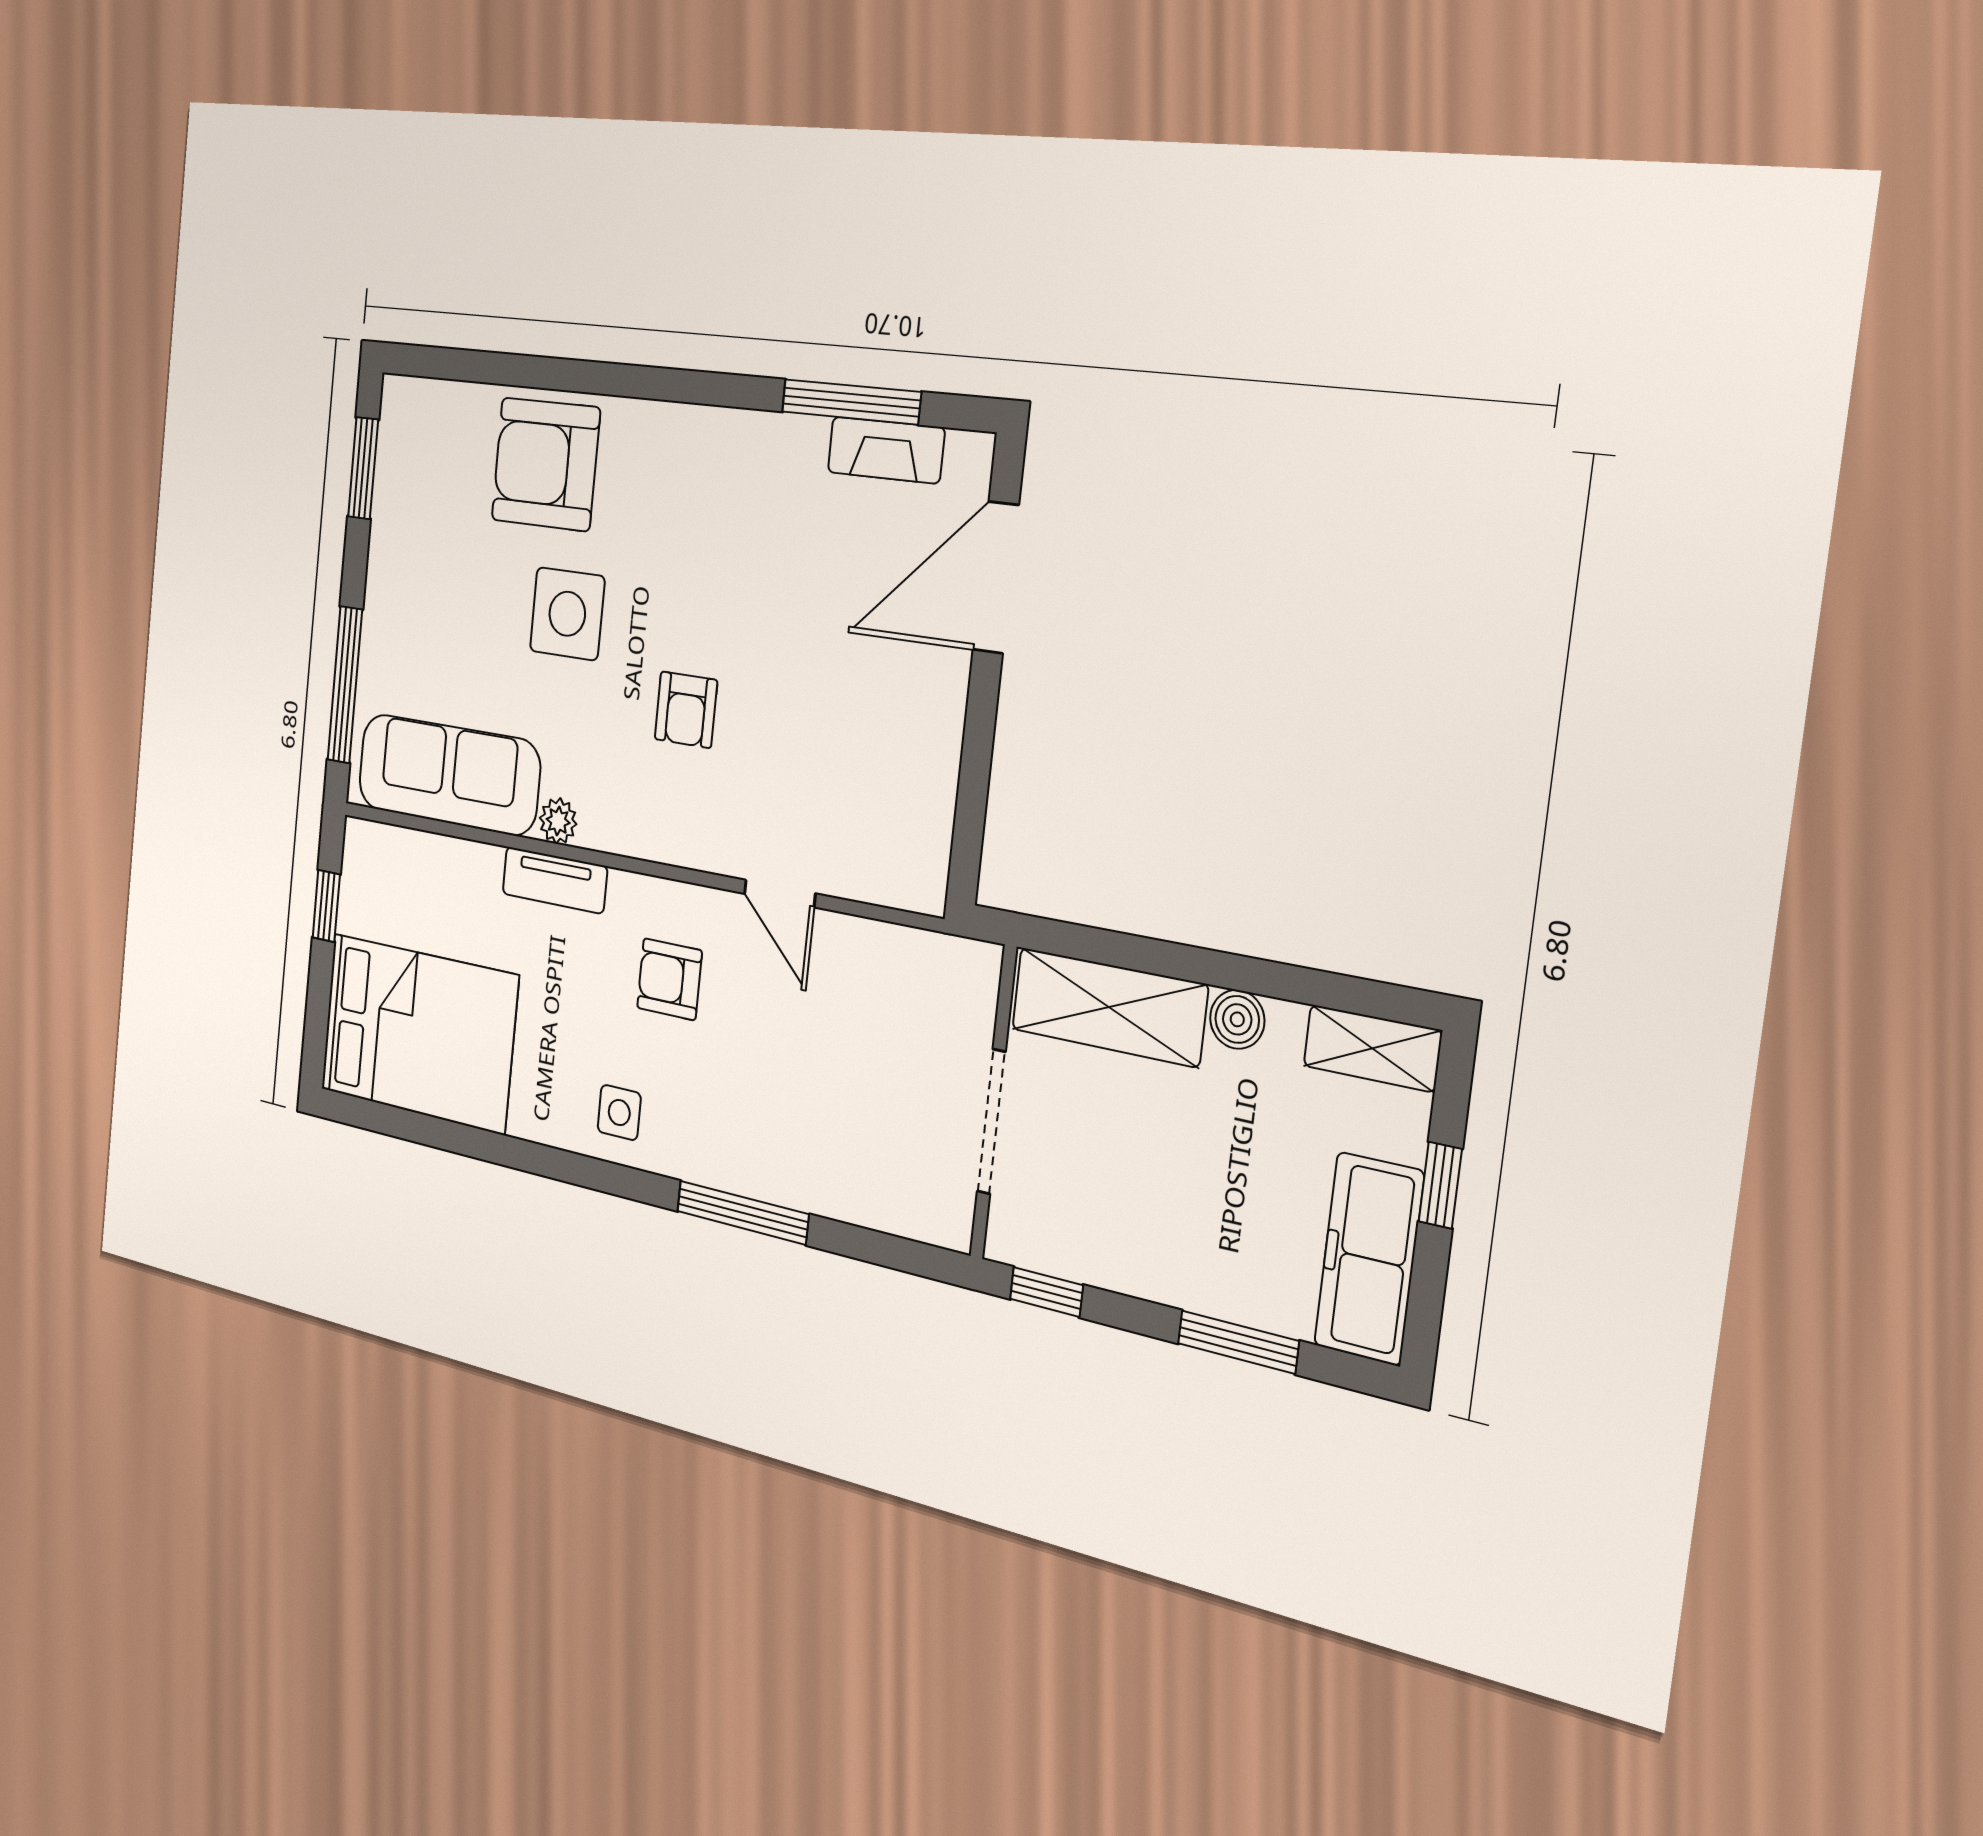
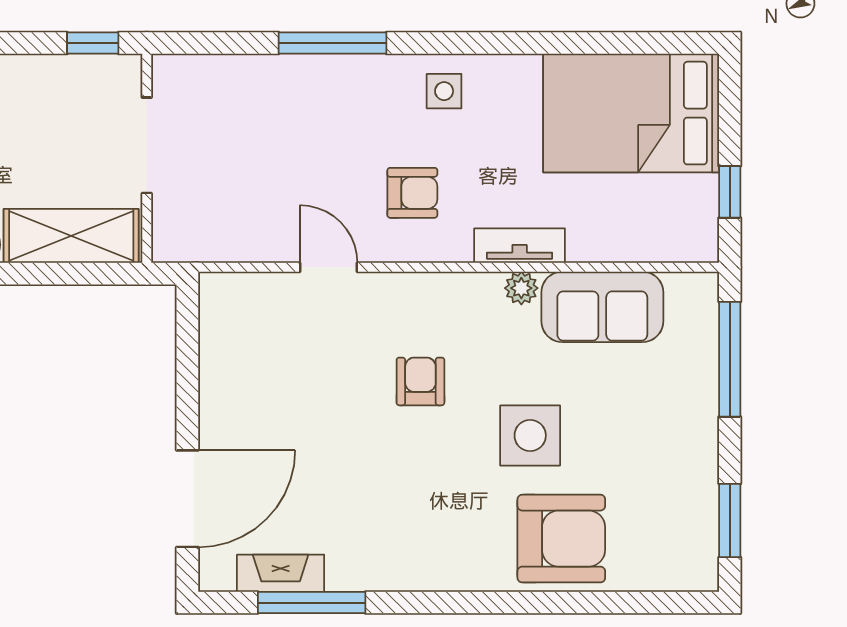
sofa: (448, 774) -> (602, 307), width x0.73

